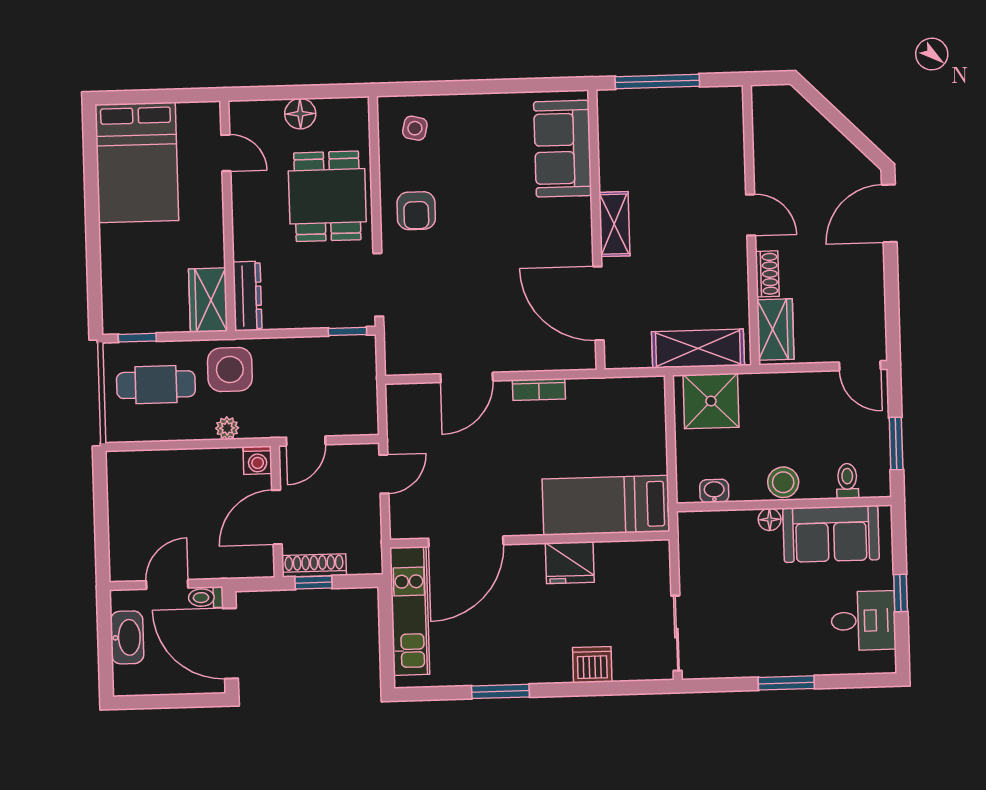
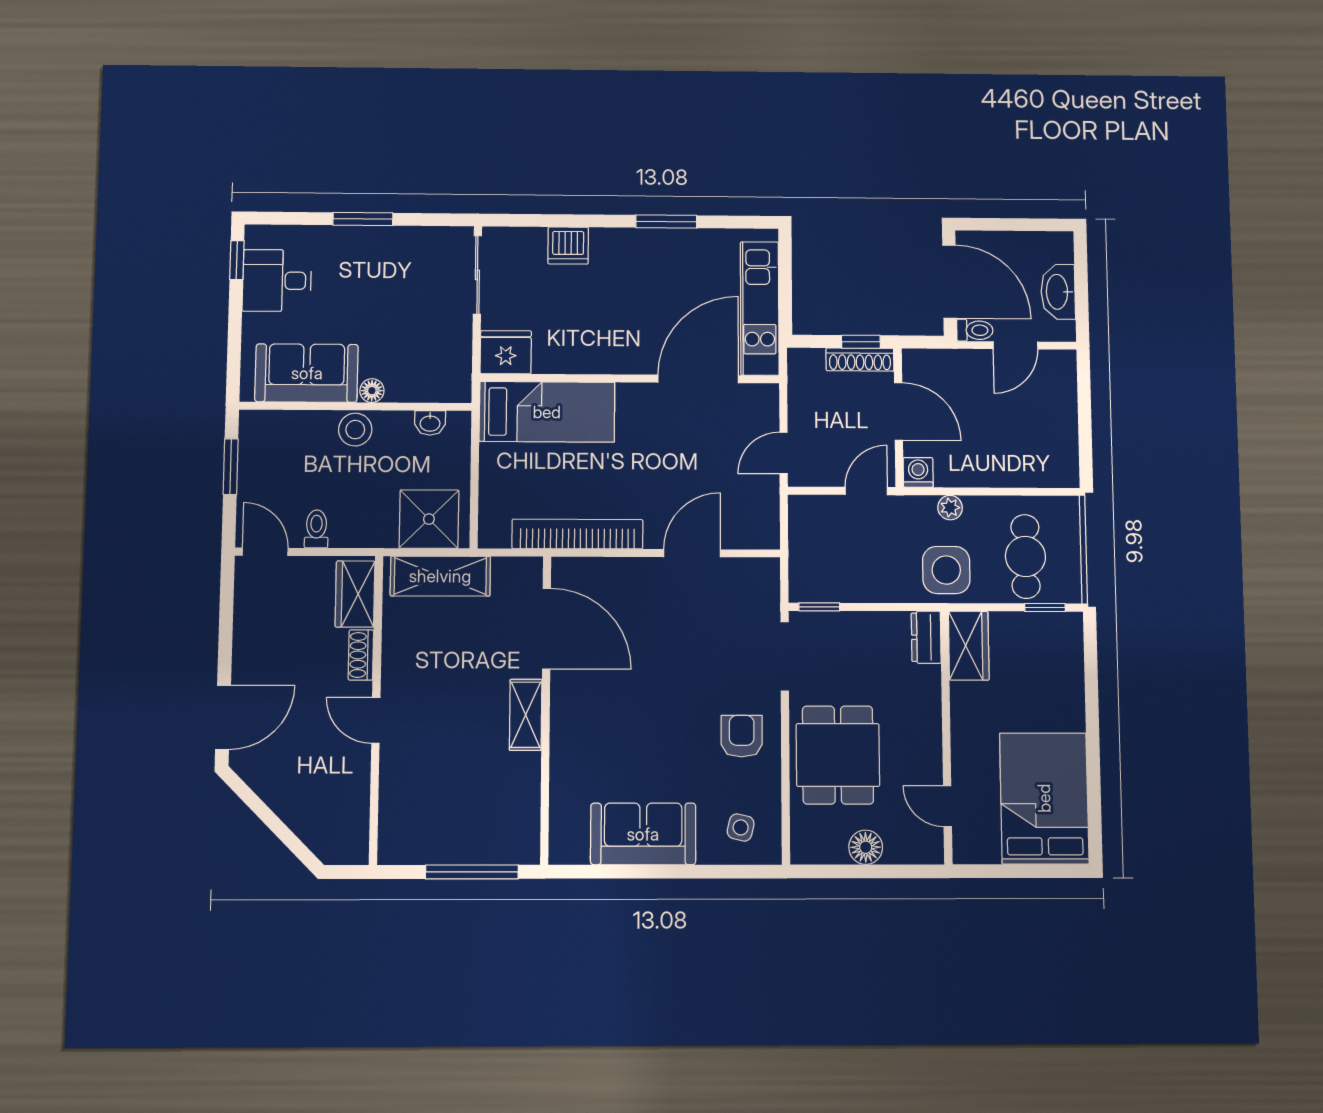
sofa: (563, 149) -> (643, 834), moved, turned -90
dresser: (247, 296) -> (926, 637), width x0.70
cafe table: (156, 385) -> (1025, 556), turned 90
bookcase: (539, 389) -> (577, 534), width x2.31, depth x1.31
toilet: (847, 481) -> (316, 529), moved, turned 180
door: (277, 517) -> (898, 411), hinge flipped
fridge: (570, 563) -> (506, 352), moved
window: (901, 593) -> (237, 260), moved

